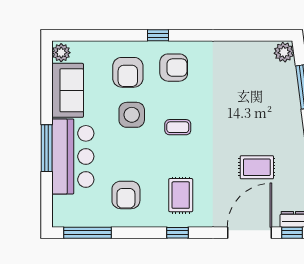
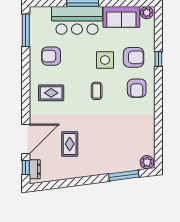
window: (158, 35) -> (158, 59), moved
armchair: (128, 72) -> (134, 57), turned 180
window: (178, 233) -> (26, 91), removed
door: (250, 233) -> (26, 139), hinge flipped

